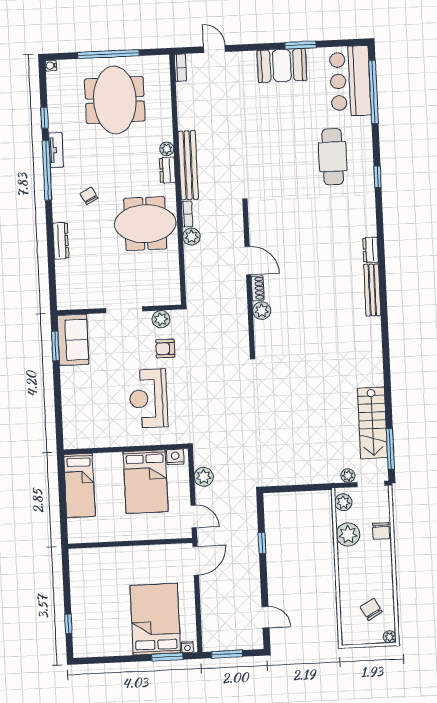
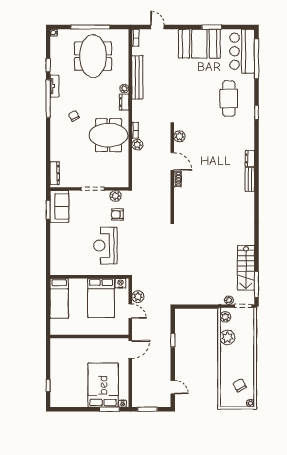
booth: (282, 65) -> (199, 44), width x1.36, depth x1.42
bench: (188, 165) -> (137, 77), moved
dresser: (61, 241) -> (55, 173), moved
bench: (372, 290) -> (250, 179), width x0.73
plant: (262, 311) -> (179, 136), moved
door: (194, 516) -> (130, 311), moved
chair: (381, 531) -> (248, 336), removed

